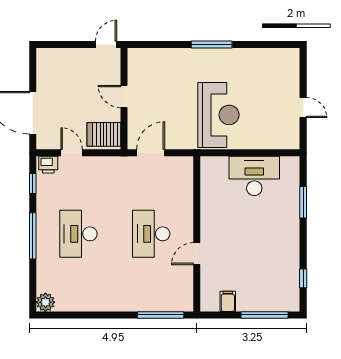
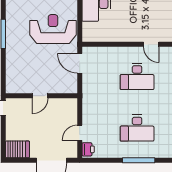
server rack: (104, 134) -> (17, 149), moved, turned -90
door: (151, 153) -> (80, 63), moved
window: (33, 183) -> (101, 160), removed

